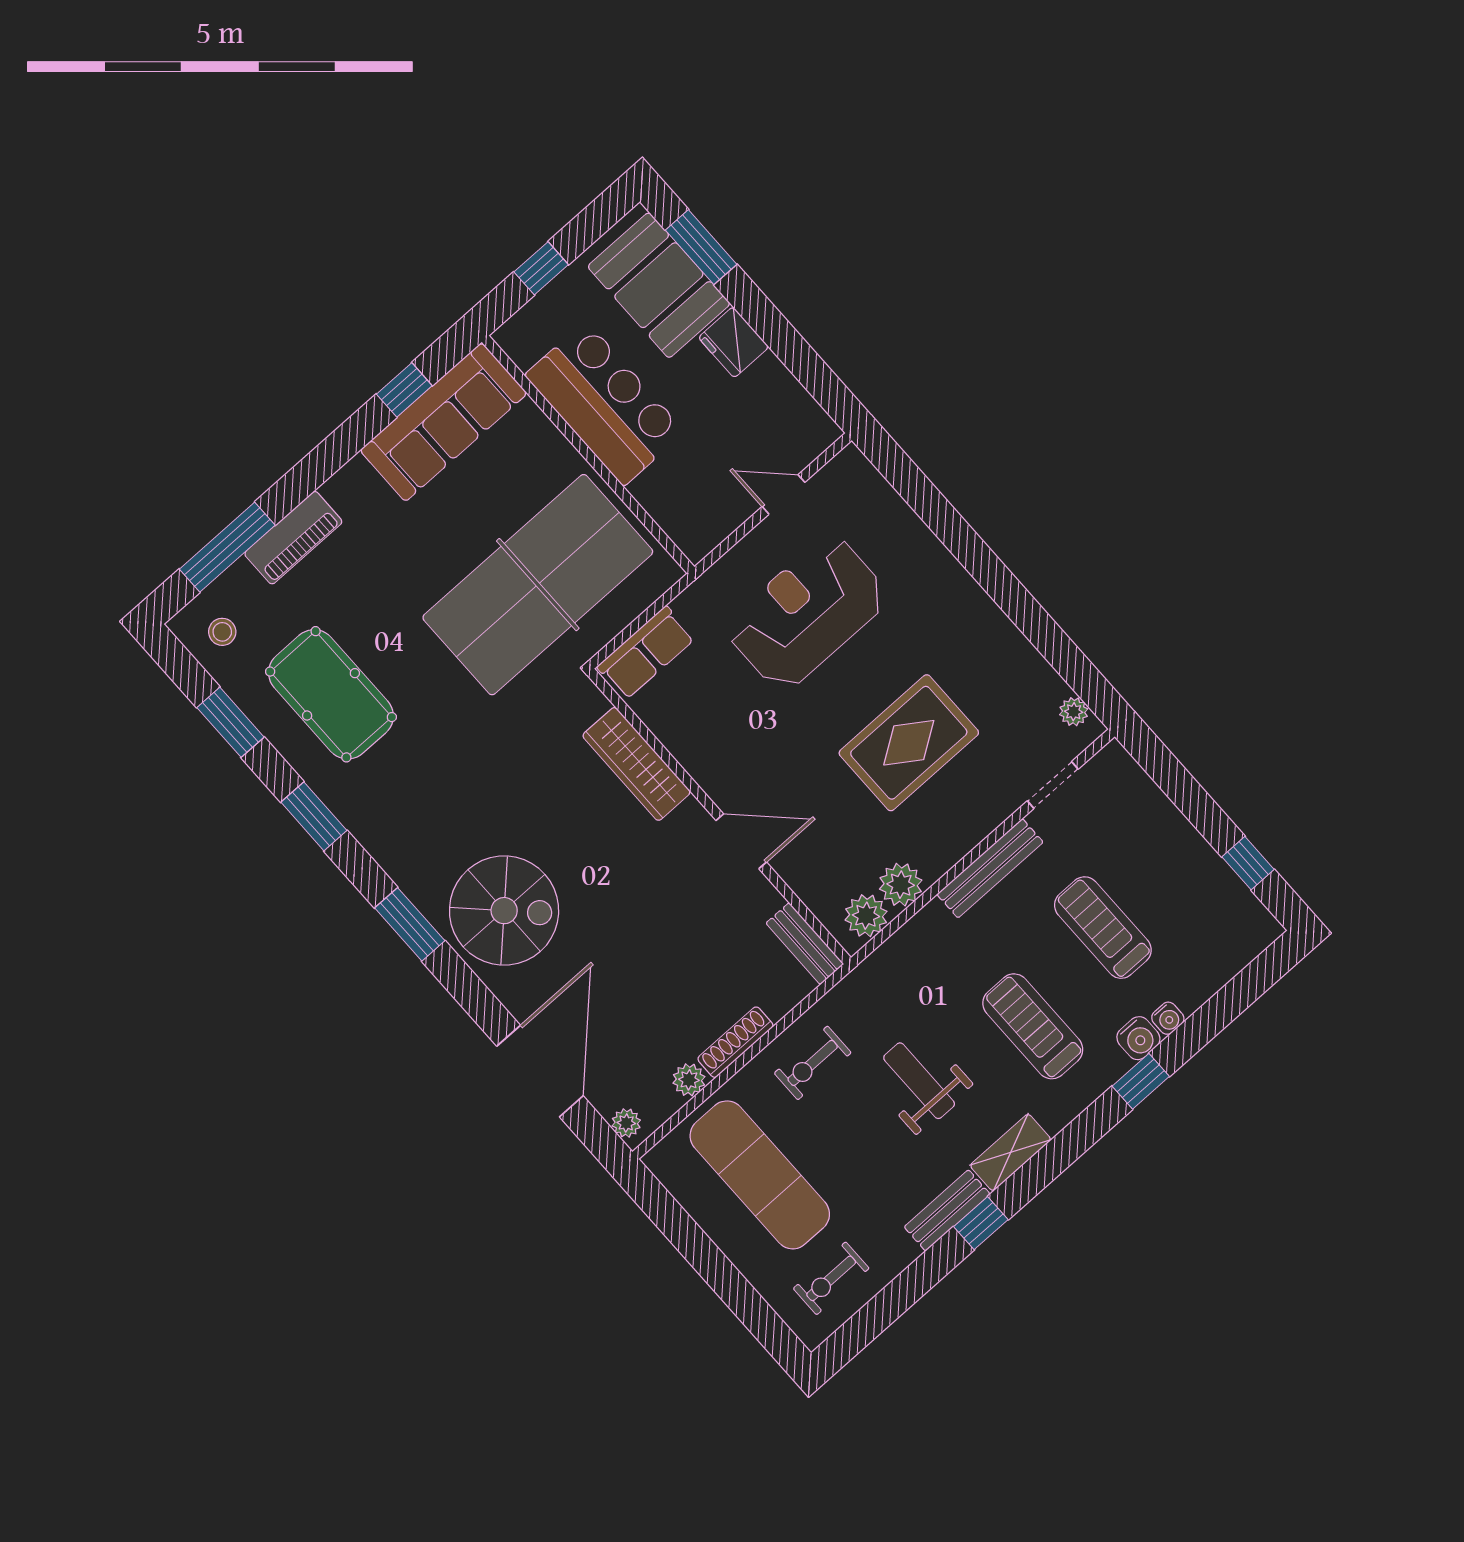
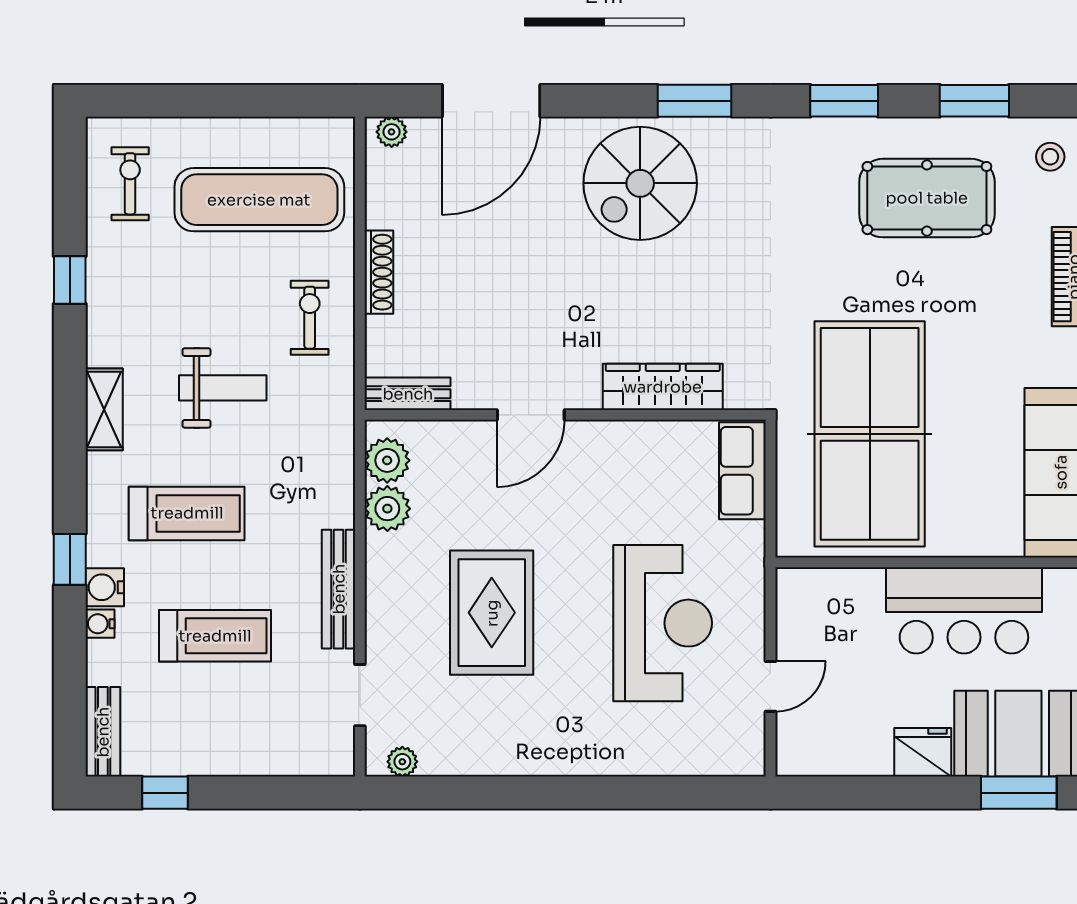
door: (540, 1071) -> (491, 101), hinge flipped
plant: (689, 1080) -> (382, 210), removed
bench: (947, 1210) -> (103, 732), moved
window: (981, 1223) -> (70, 280), moved

